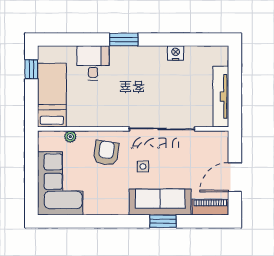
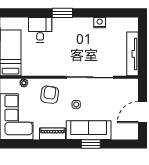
piano: (210, 207) -> (53, 134), moved

